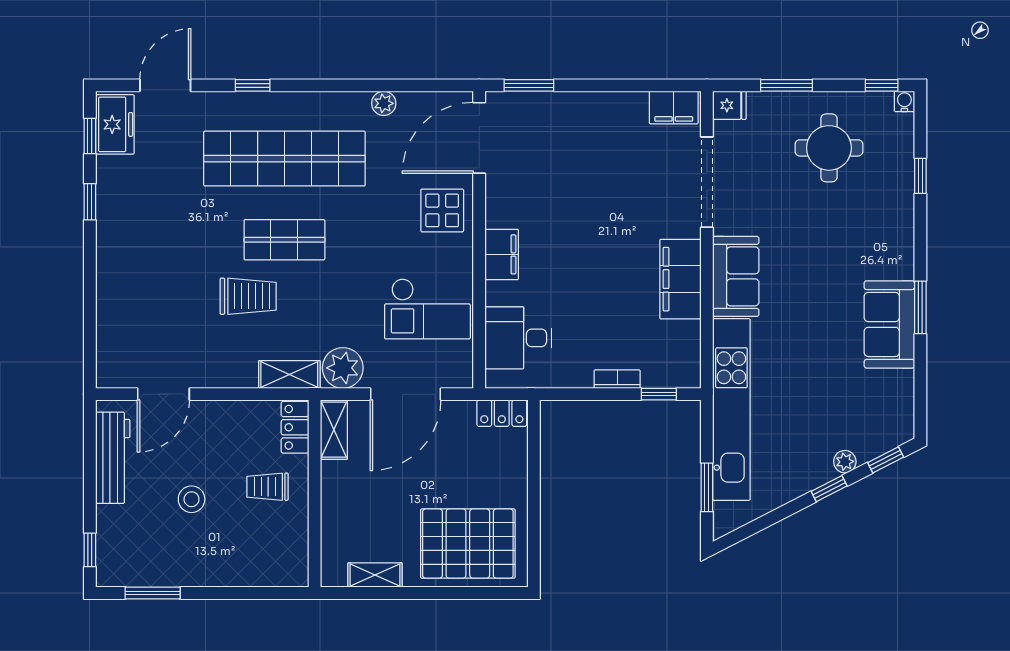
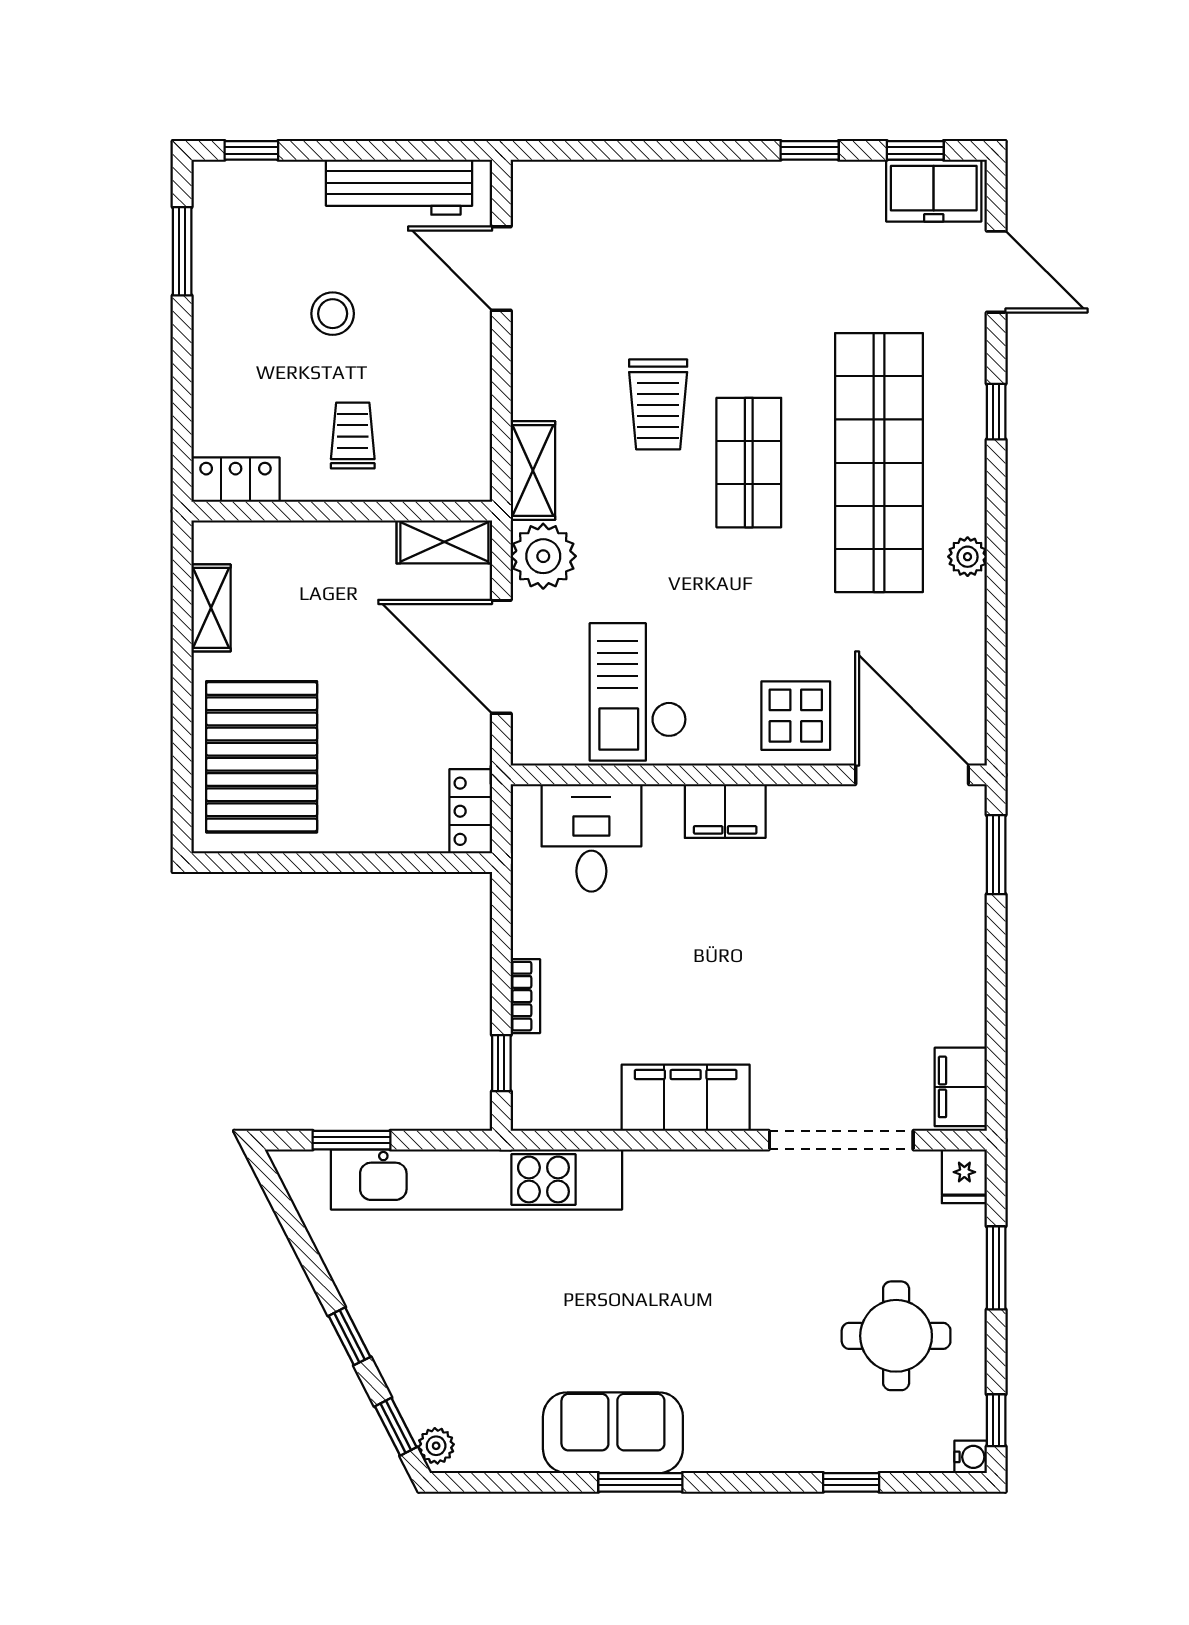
plant: (384, 103) -> (968, 557), moved
sofa: (736, 276) -> (690, 1187), removed
locker: (295, 427) -> (236, 480), moved
plant: (845, 462) -> (436, 1446), moved

